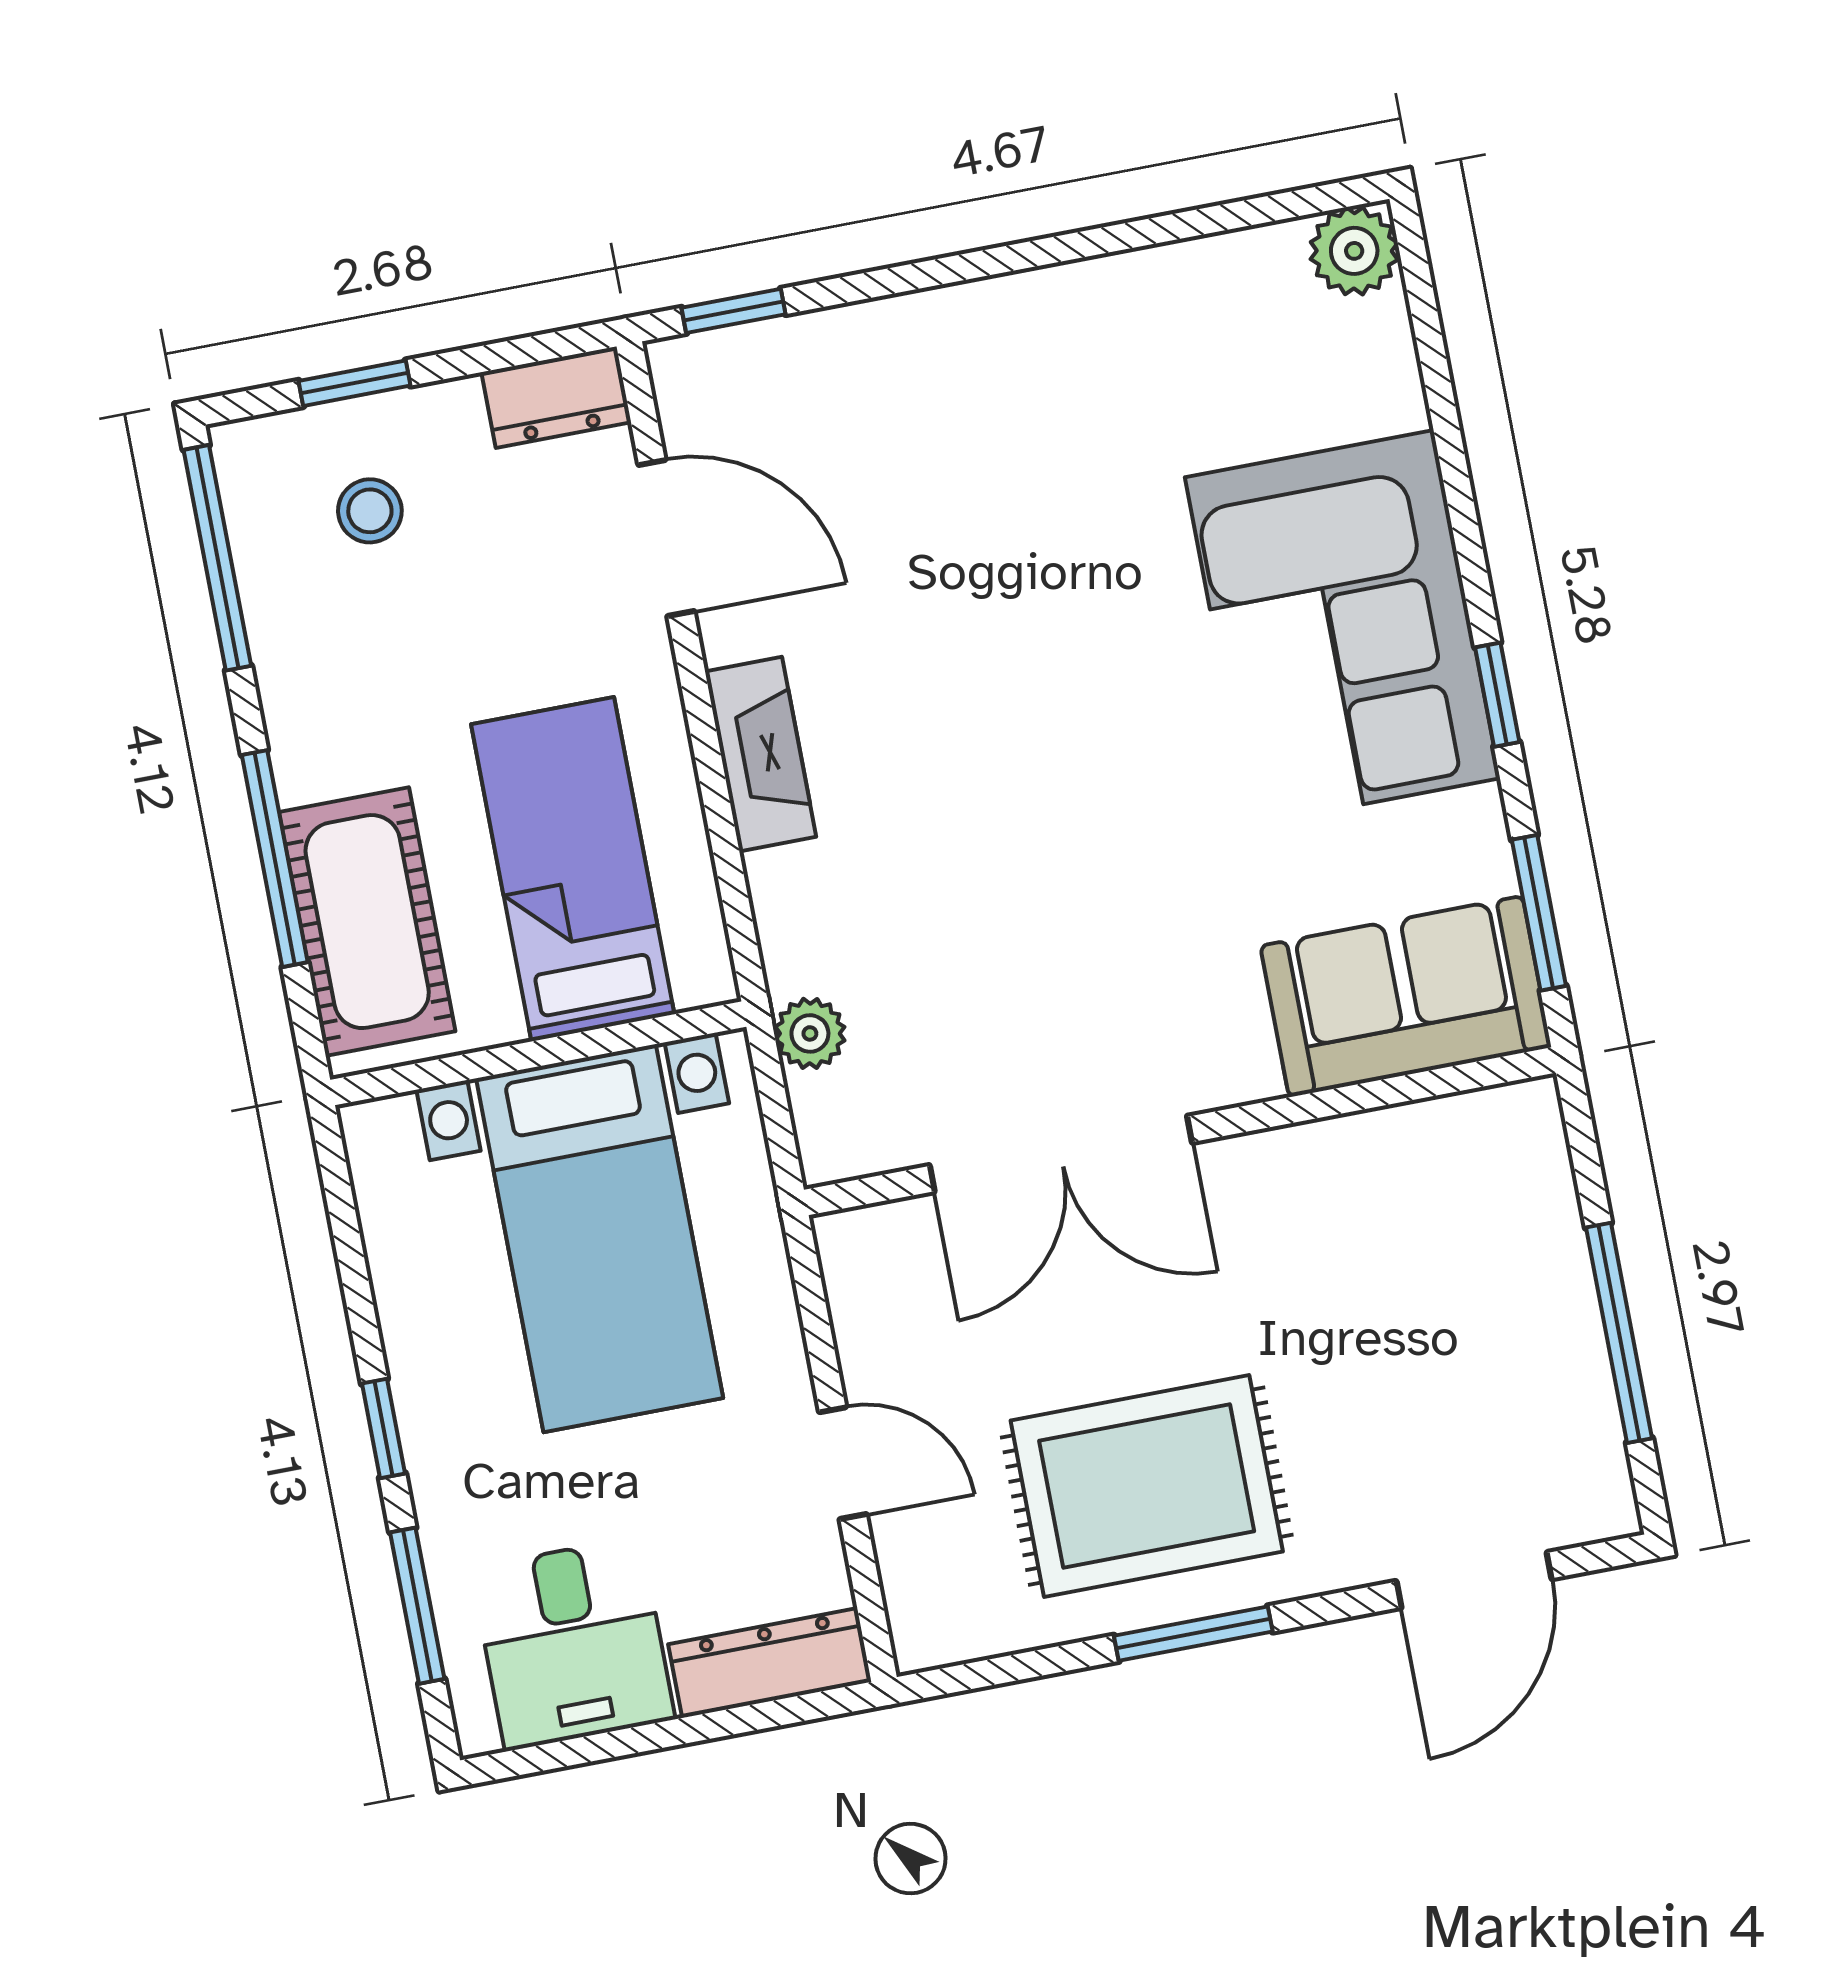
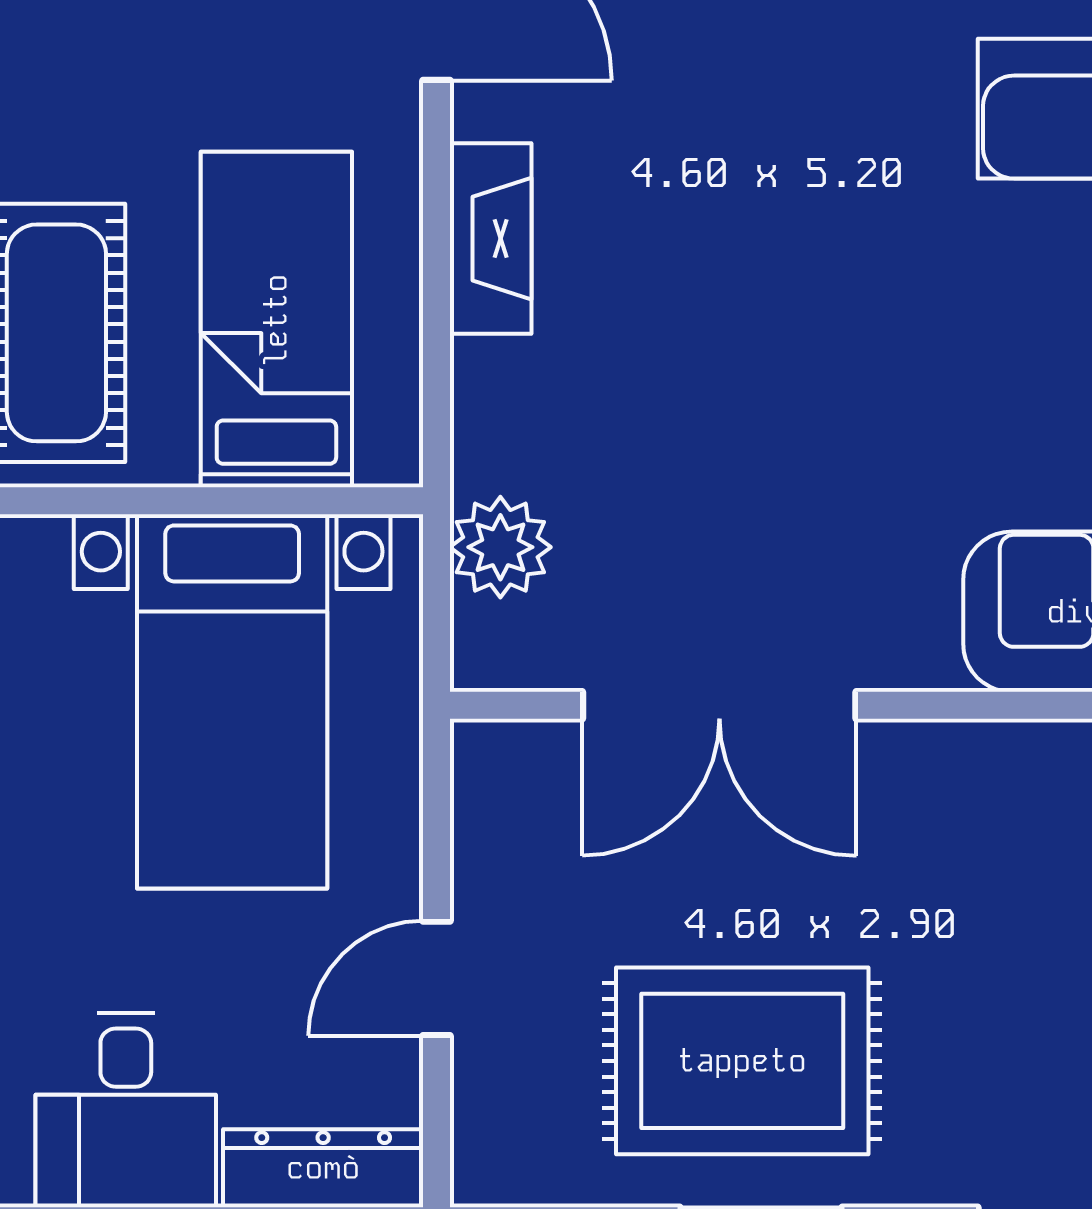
plant: (810, 1033) -> (500, 547), width x1.38, depth x1.38
door: (843, 1463) -> (437, 978), swing flipped

